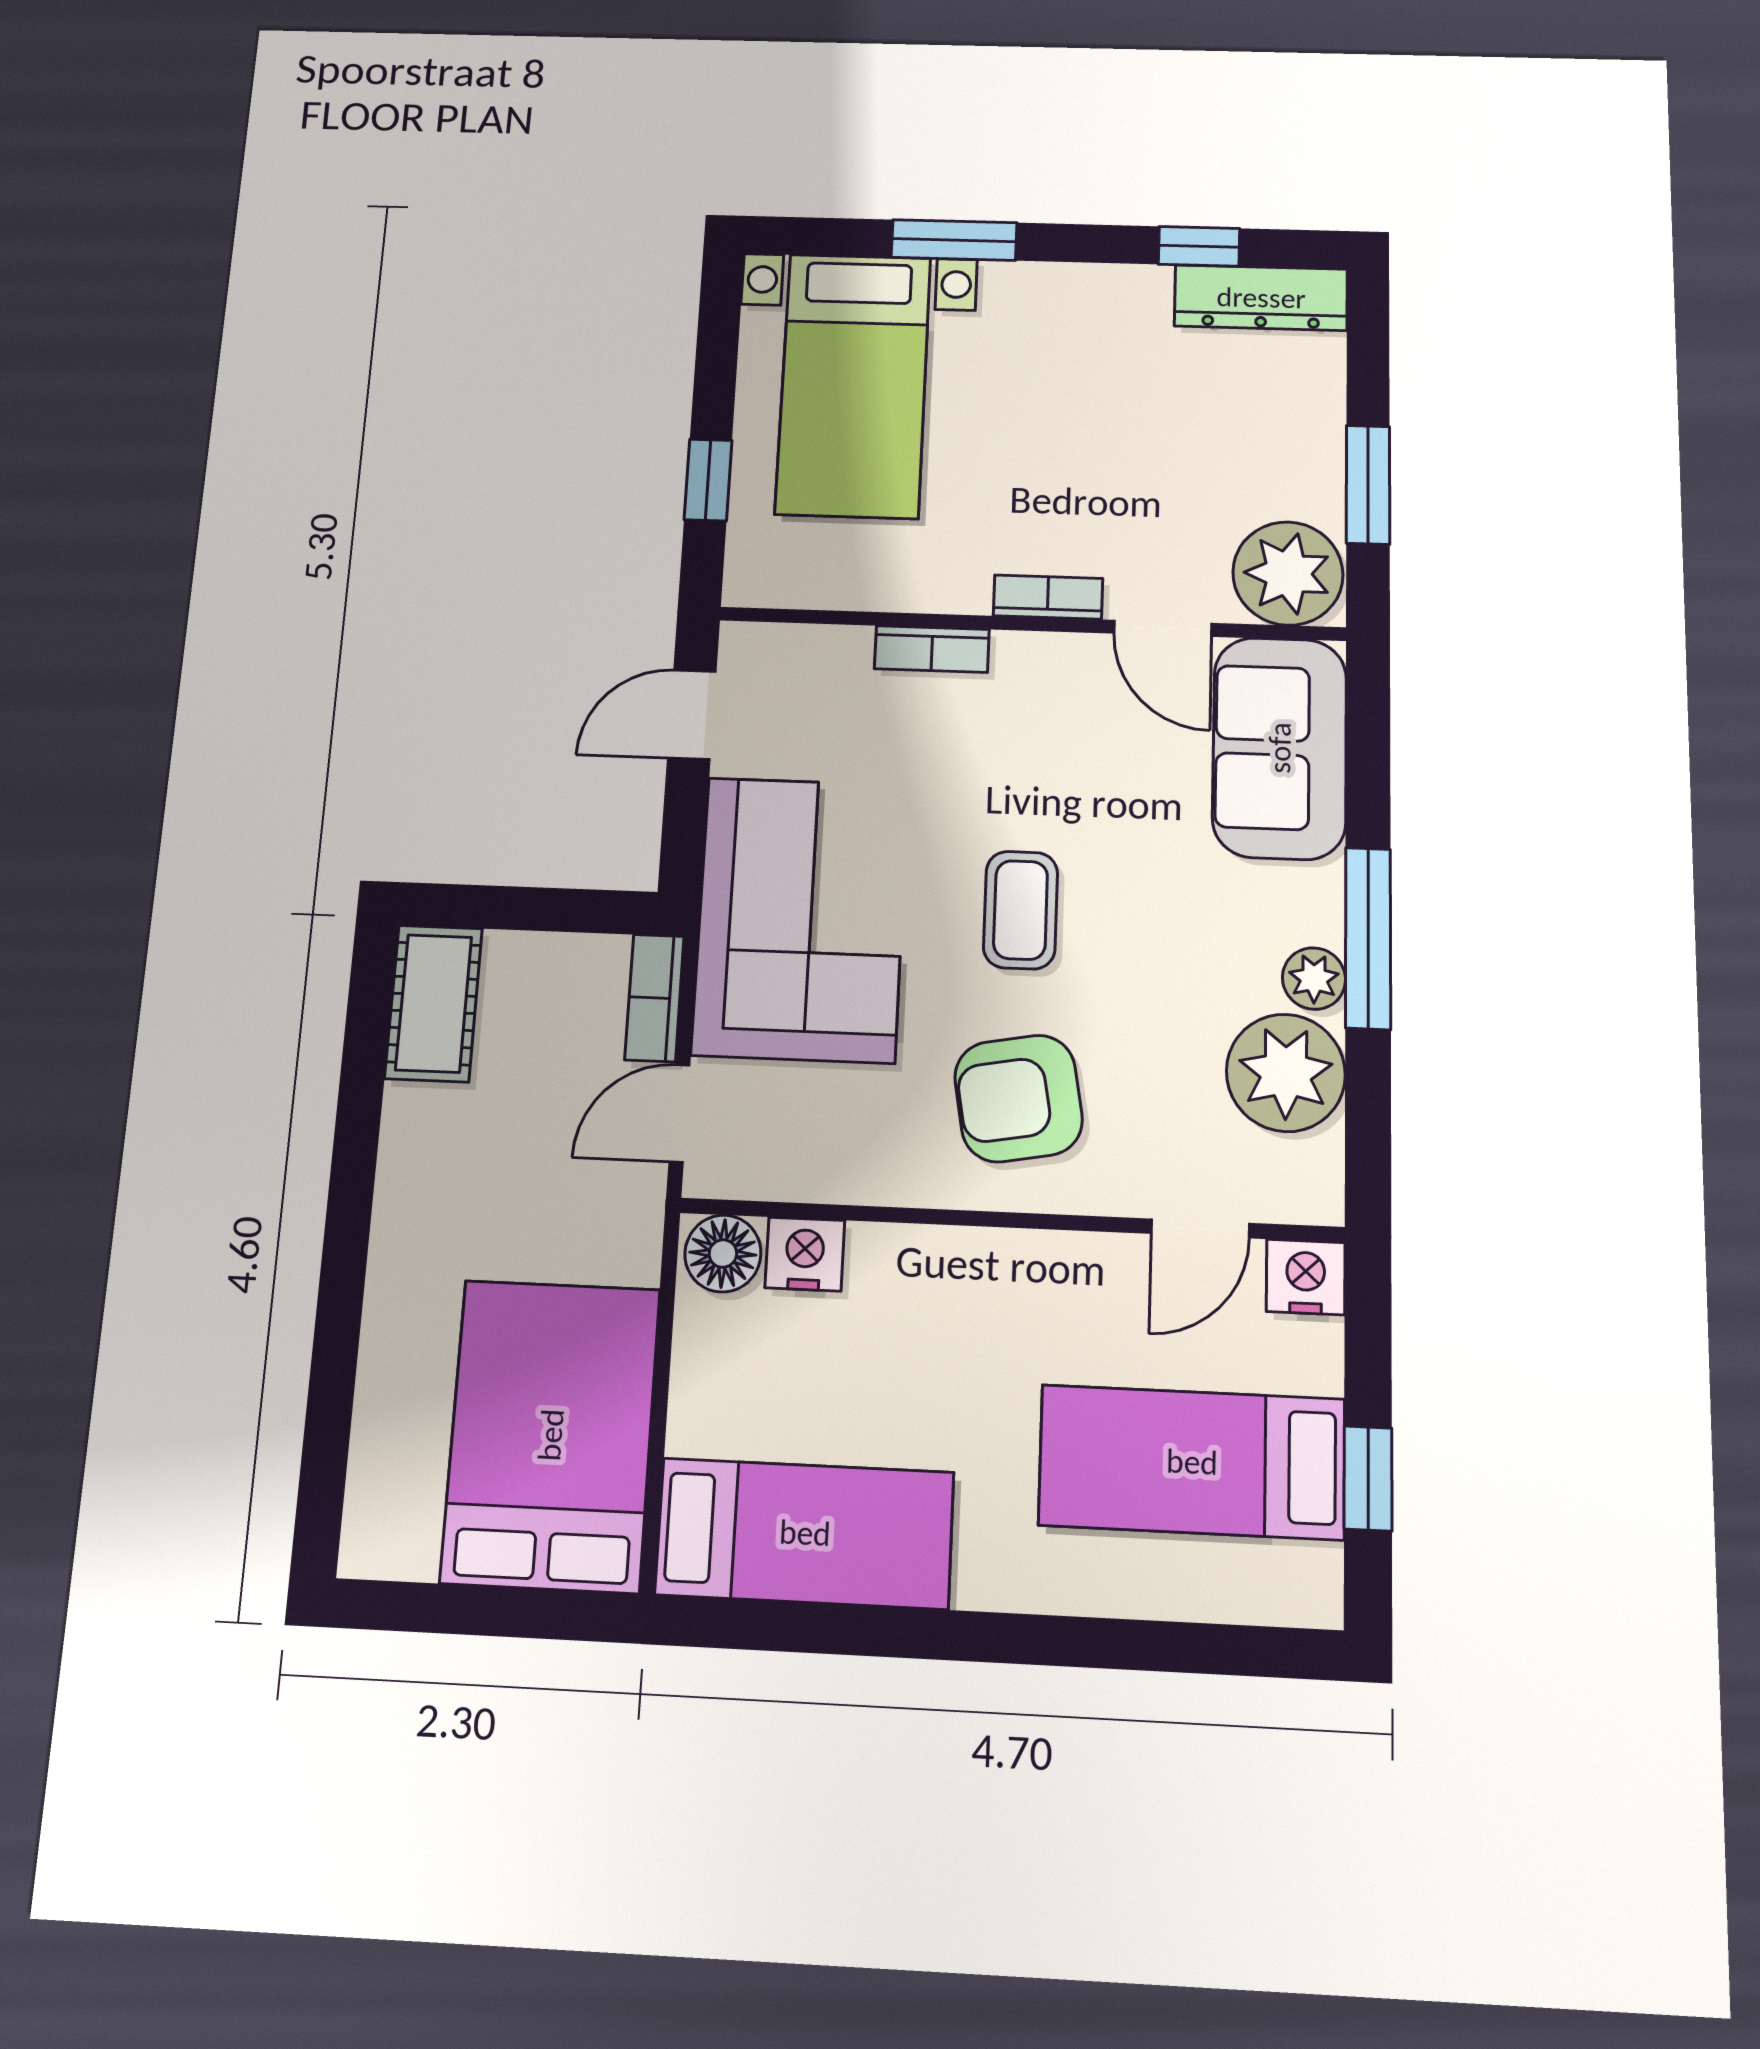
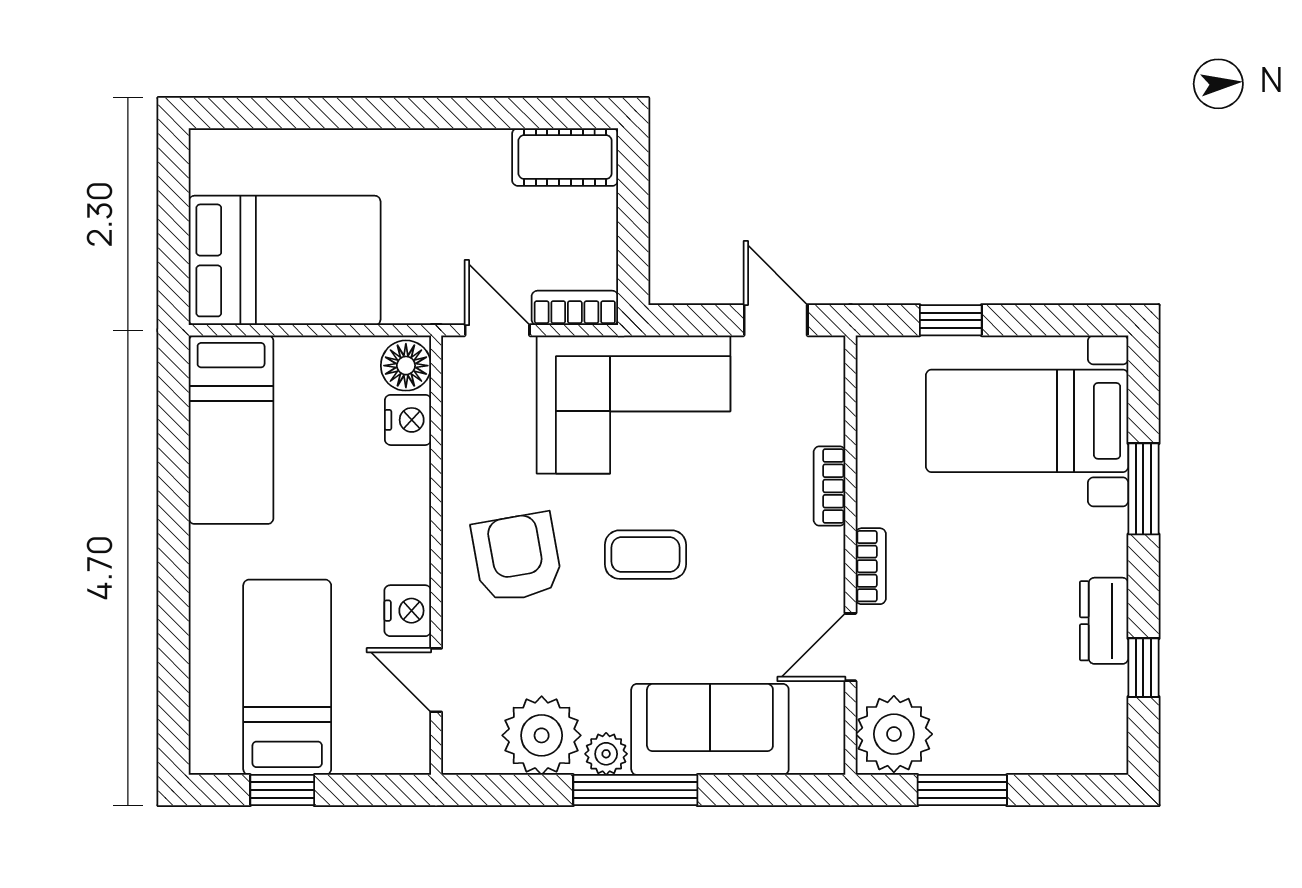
dresser: (1261, 298) -> (1104, 621), moved, width x0.70
sofa: (1280, 748) -> (710, 729), moved
nightstand: (1306, 1277) -> (408, 611), moved

